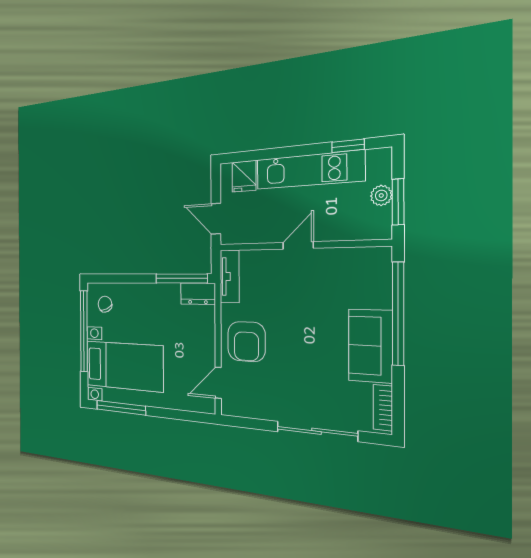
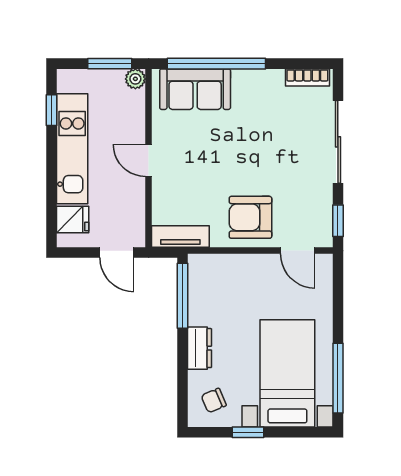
plant: (381, 195) -> (135, 79), moved
door: (216, 219) -> (117, 253), hinge flipped
dresser: (198, 294) -> (200, 348), moved
window: (84, 331) -> (248, 432), width x0.32
armchair: (246, 342) -> (250, 217), turned 180
sofa: (370, 346) -> (195, 89), moved
window: (244, 422) -> (338, 221), added

